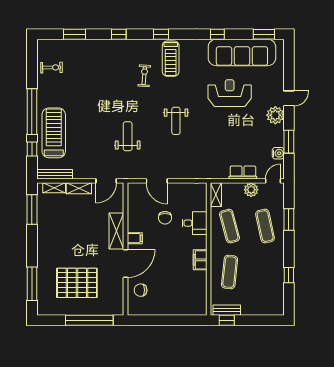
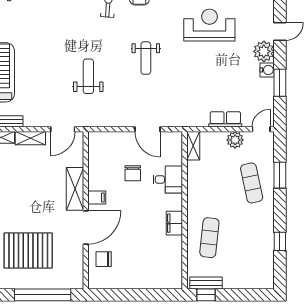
water cooler: (278, 153) -> (267, 70), moved
door: (157, 181) -> (147, 129), moved
exercise mat: (230, 226) -> (209, 183), removed

